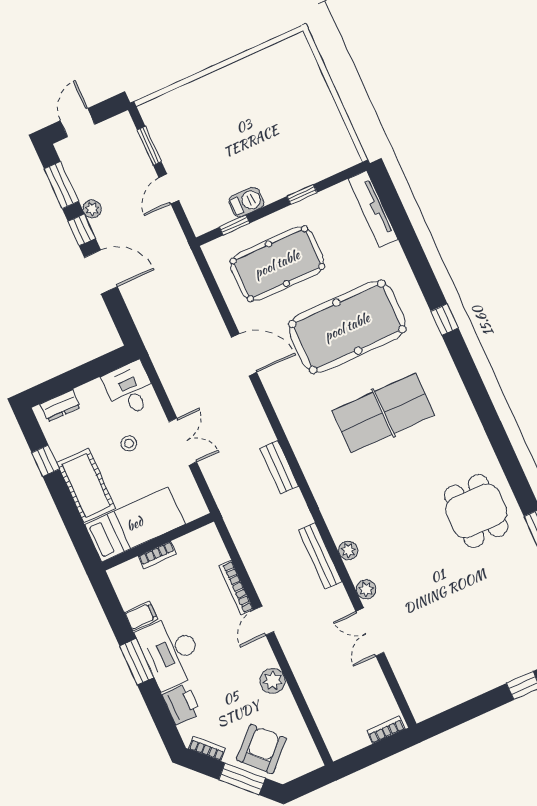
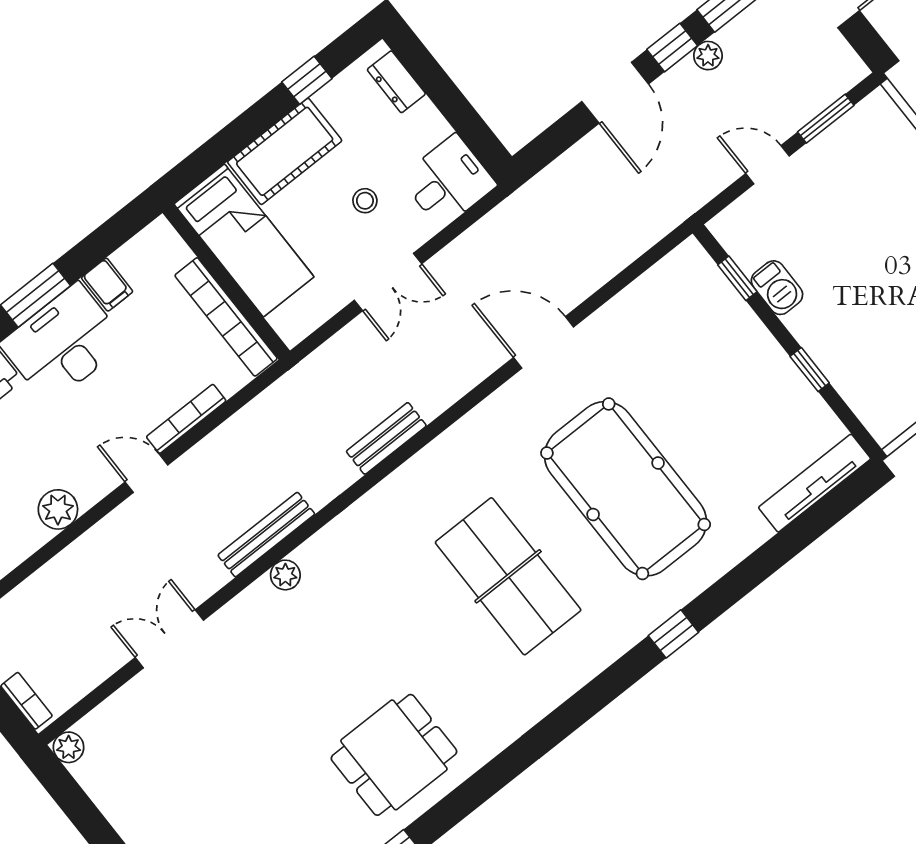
pool table: (277, 264) -> (695, 358), removed
door: (244, 355) -> (544, 342), swing flipped
bookcase: (157, 555) -> (226, 317), width x2.31, depth x1.31
plant: (366, 589) -> (69, 747), moved

